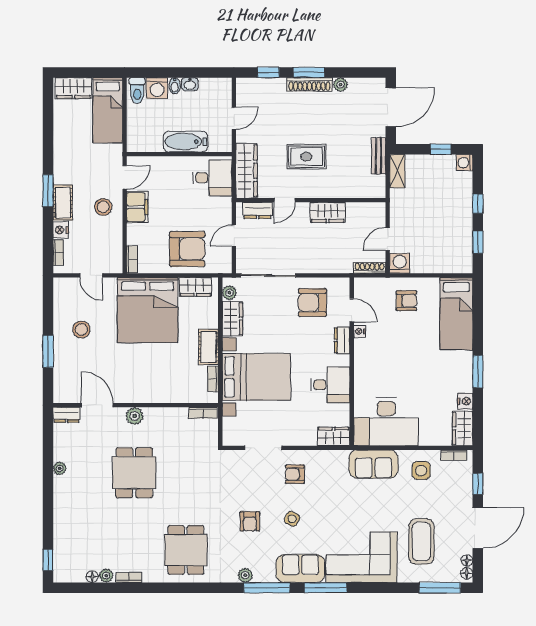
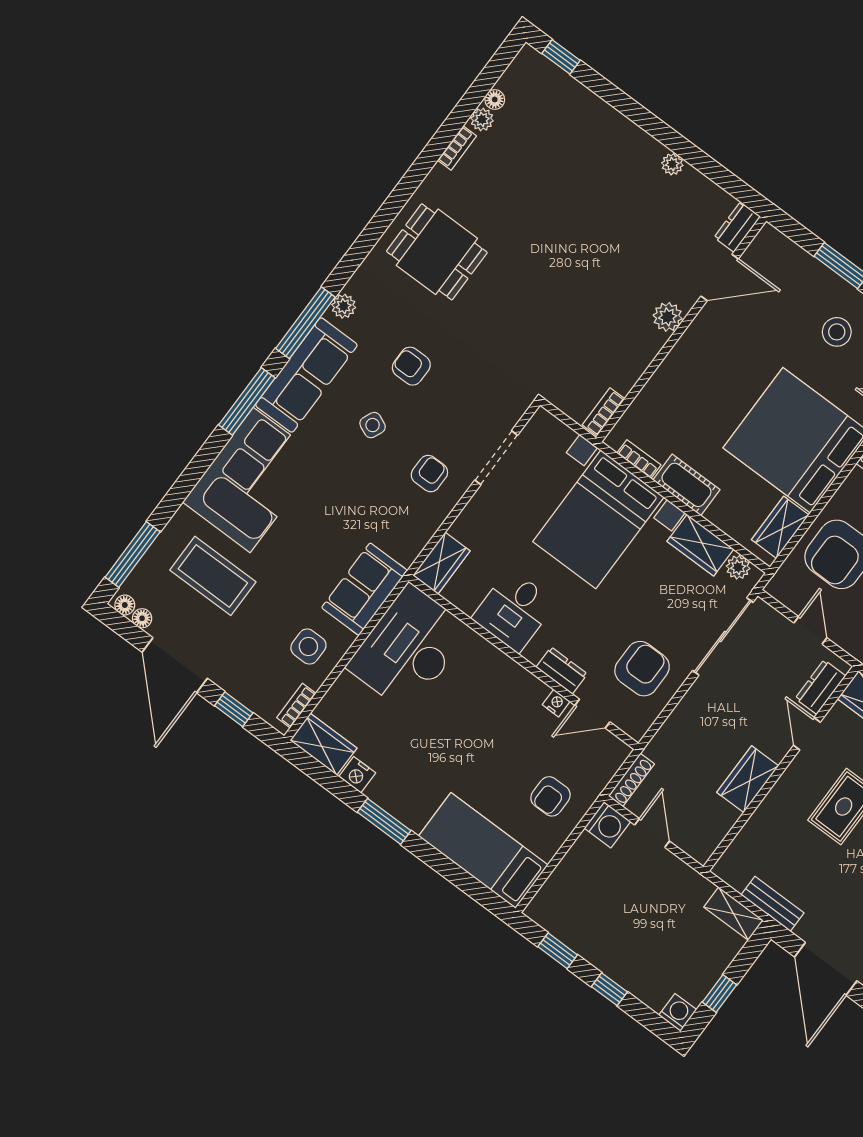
dining table: (134, 473) -> (592, 260), removed
sofa: (300, 568) -> (306, 375), width x1.36

